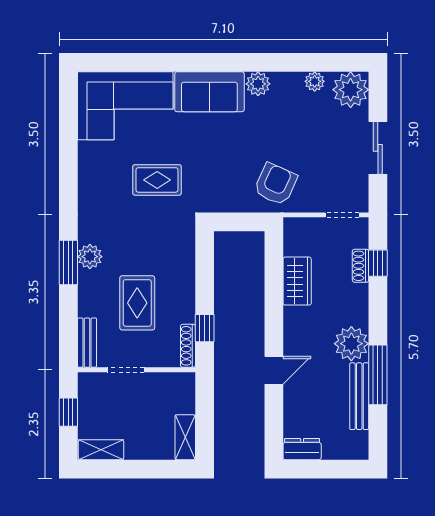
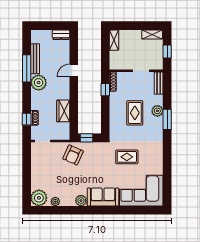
sliding door: (378, 148) -> (27, 171), removed
window: (246, 222) -> (87, 138), added
plant: (90, 257) -> (157, 111), moved
rug: (137, 303) -> (135, 113), moved

